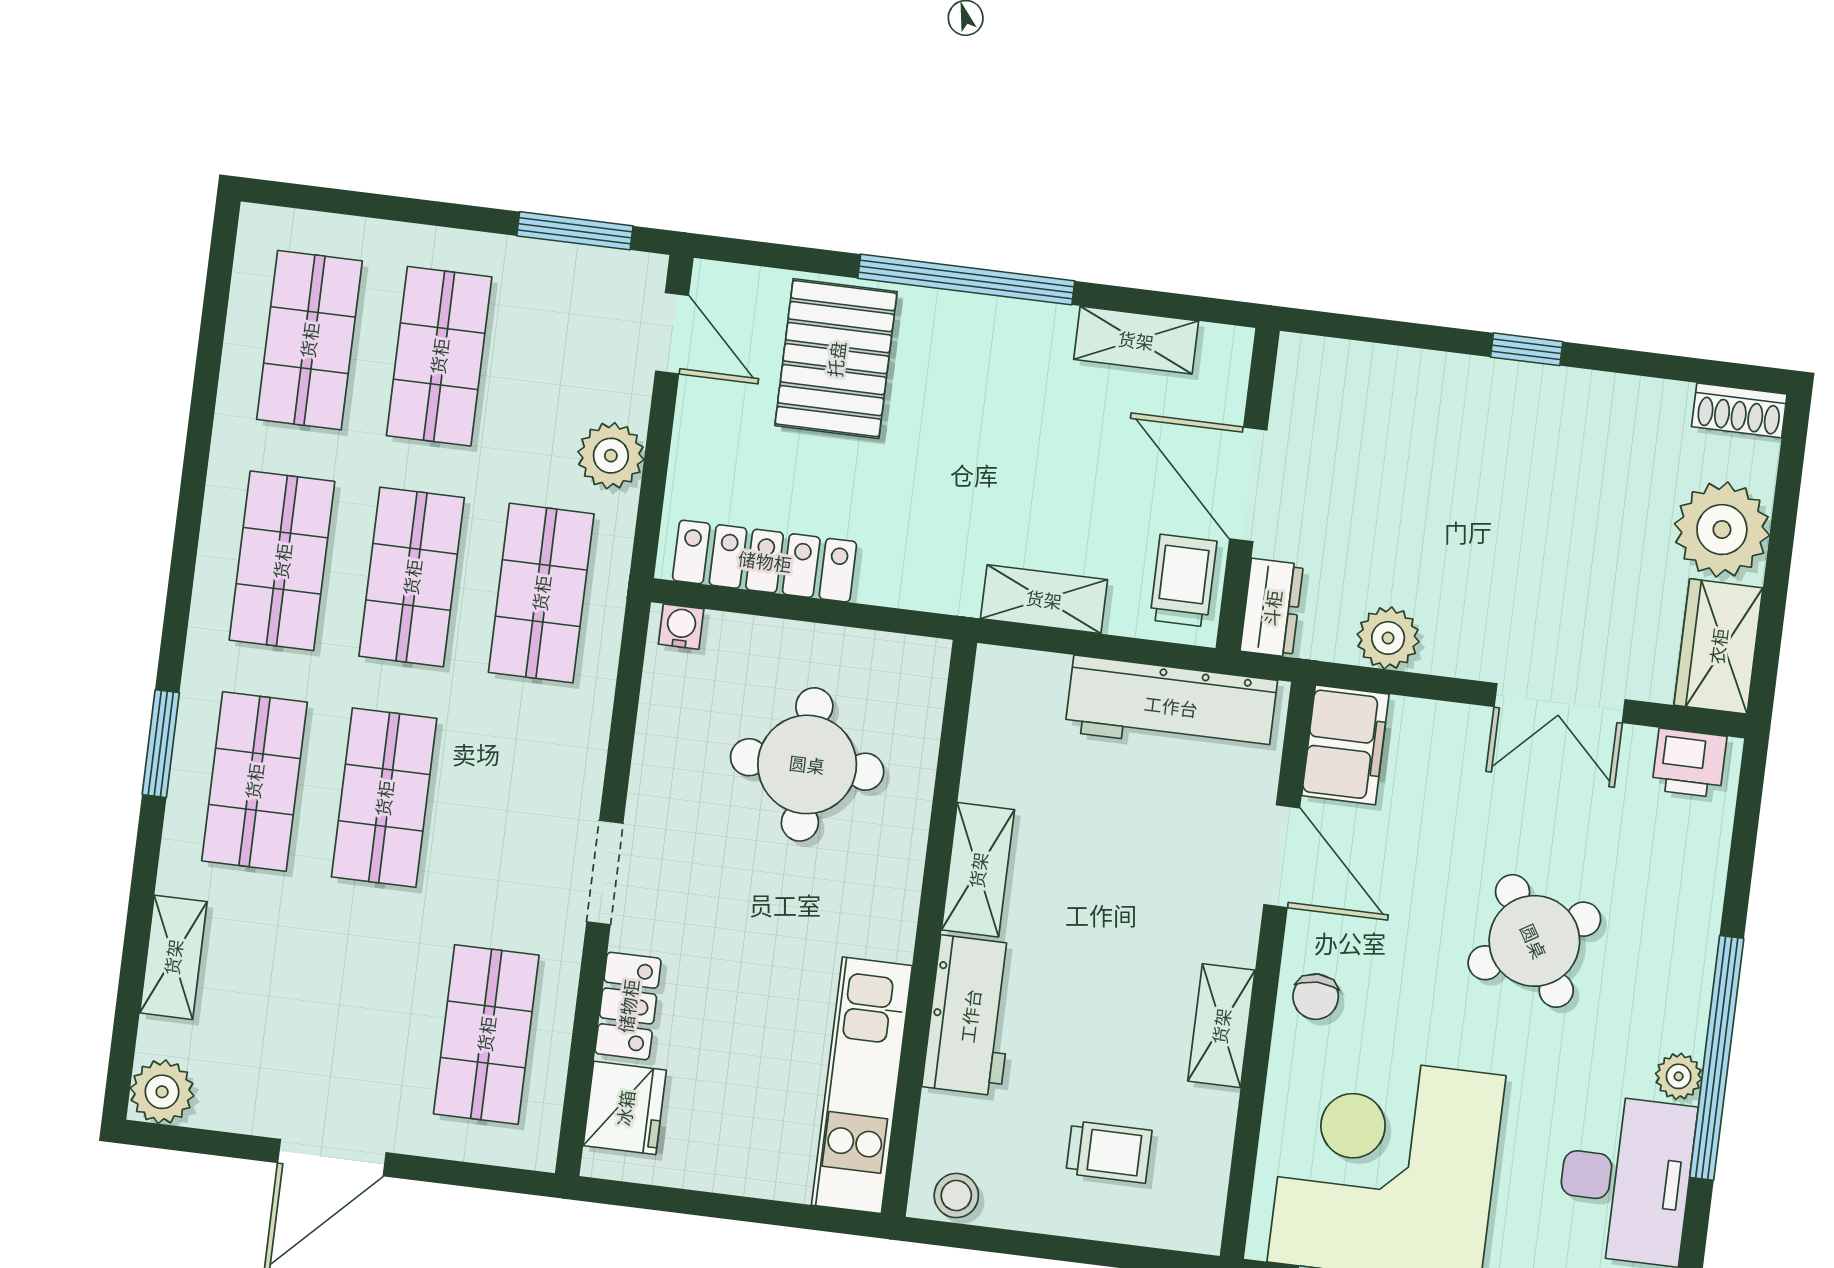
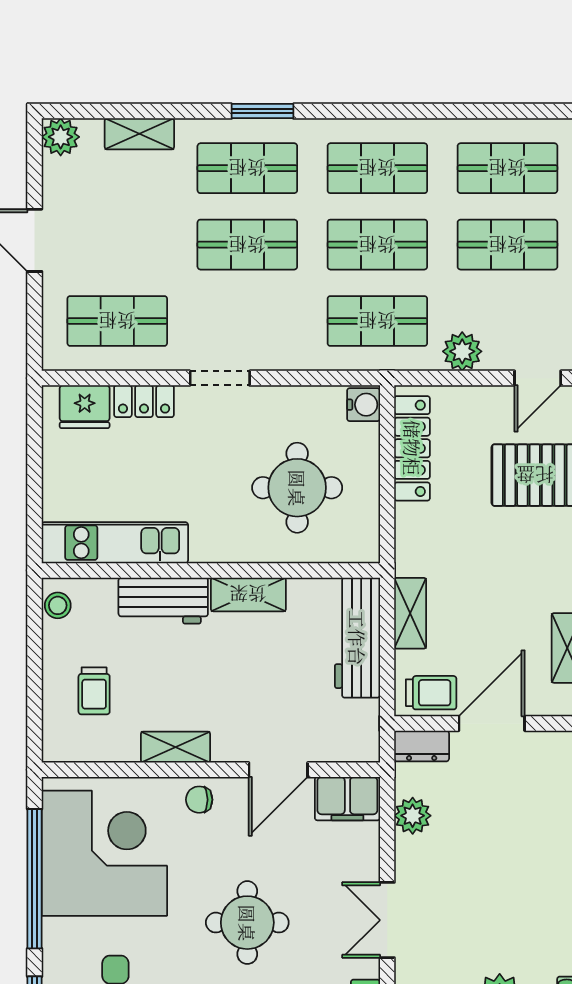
water cooler: (681, 627) -> (364, 405), width x1.38, depth x1.38
workbench: (1171, 706) -> (357, 638), moved
round table: (1534, 941) -> (247, 923), turned 31

